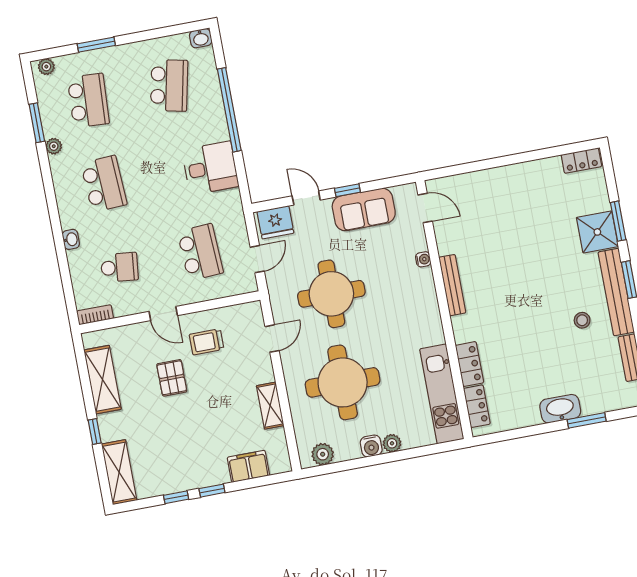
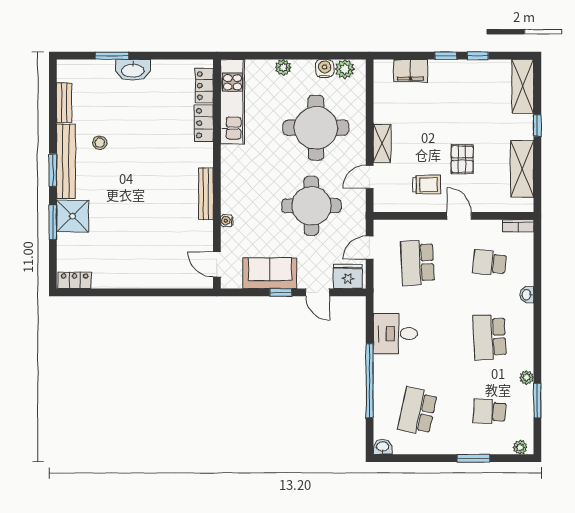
school desk: (88, 101) -> (489, 411), width x0.54
shelving: (270, 406) -> (382, 143), moved
water cooler: (371, 446) -> (325, 68), moved

